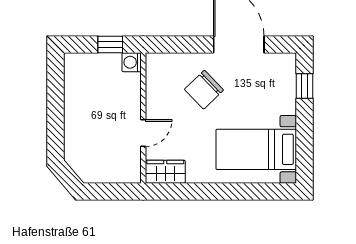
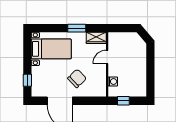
washing machine: (132, 62) -> (113, 81), moved
window: (204, 191) -> (77, 28), added

